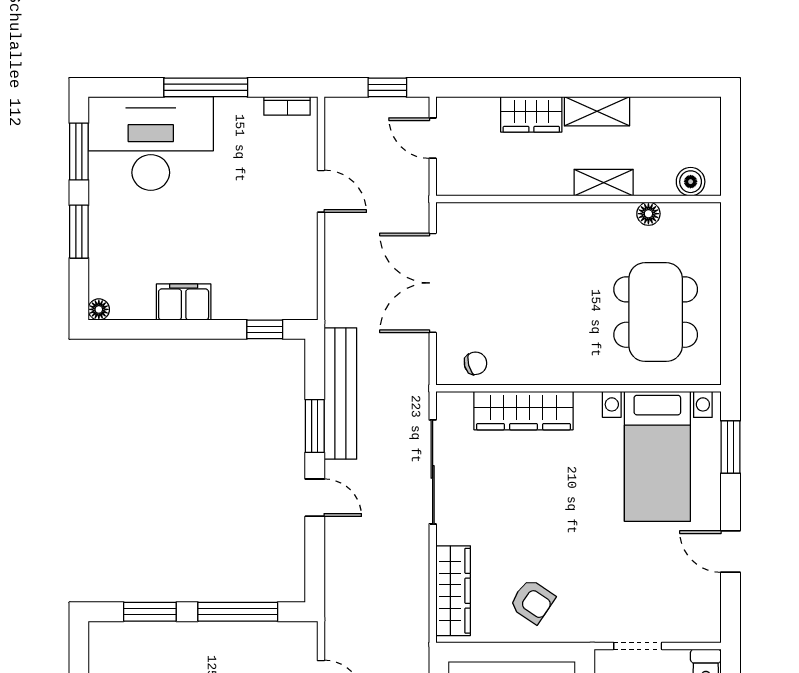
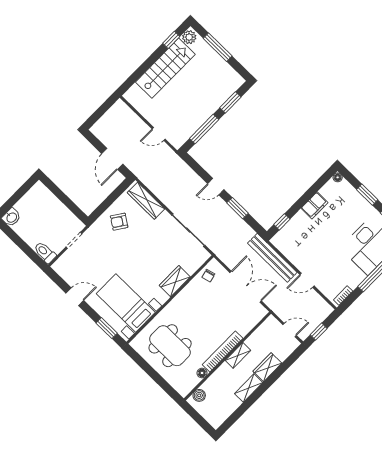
shelving: (604, 183) -> (238, 355), moved
bookcase: (579, 215) -> (223, 352), added
bench: (340, 394) -> (272, 258), moved
wardrobe: (523, 411) -> (175, 281), width x0.67

